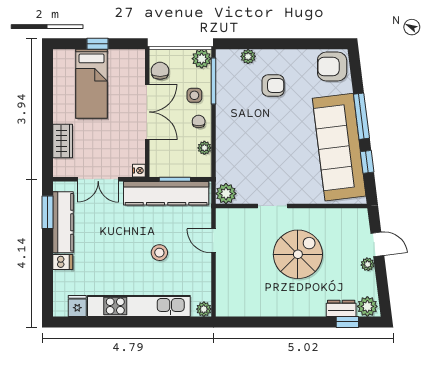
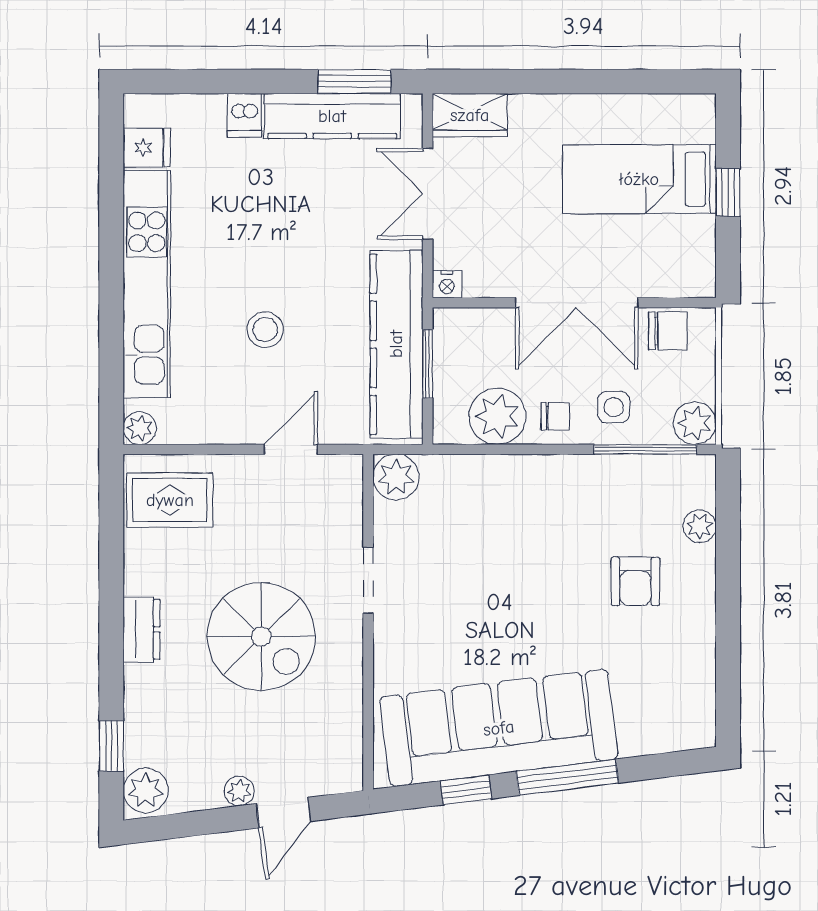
armchair: (332, 66) -> (677, 712), removed
wardrobe: (63, 141) -> (470, 115), moved
plant: (204, 148) -> (497, 416), width x1.87, depth x1.87
rug: (236, 296) -> (170, 500), added
dresser: (341, 308) -> (142, 629), moved

